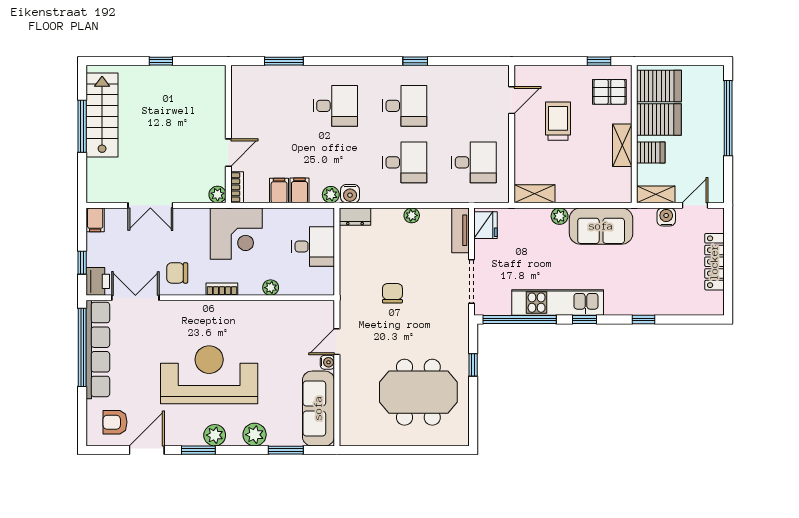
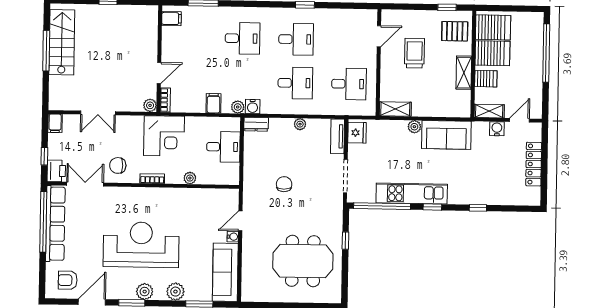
filing cabinet: (279, 191) -> (171, 19), moved, turned 90

